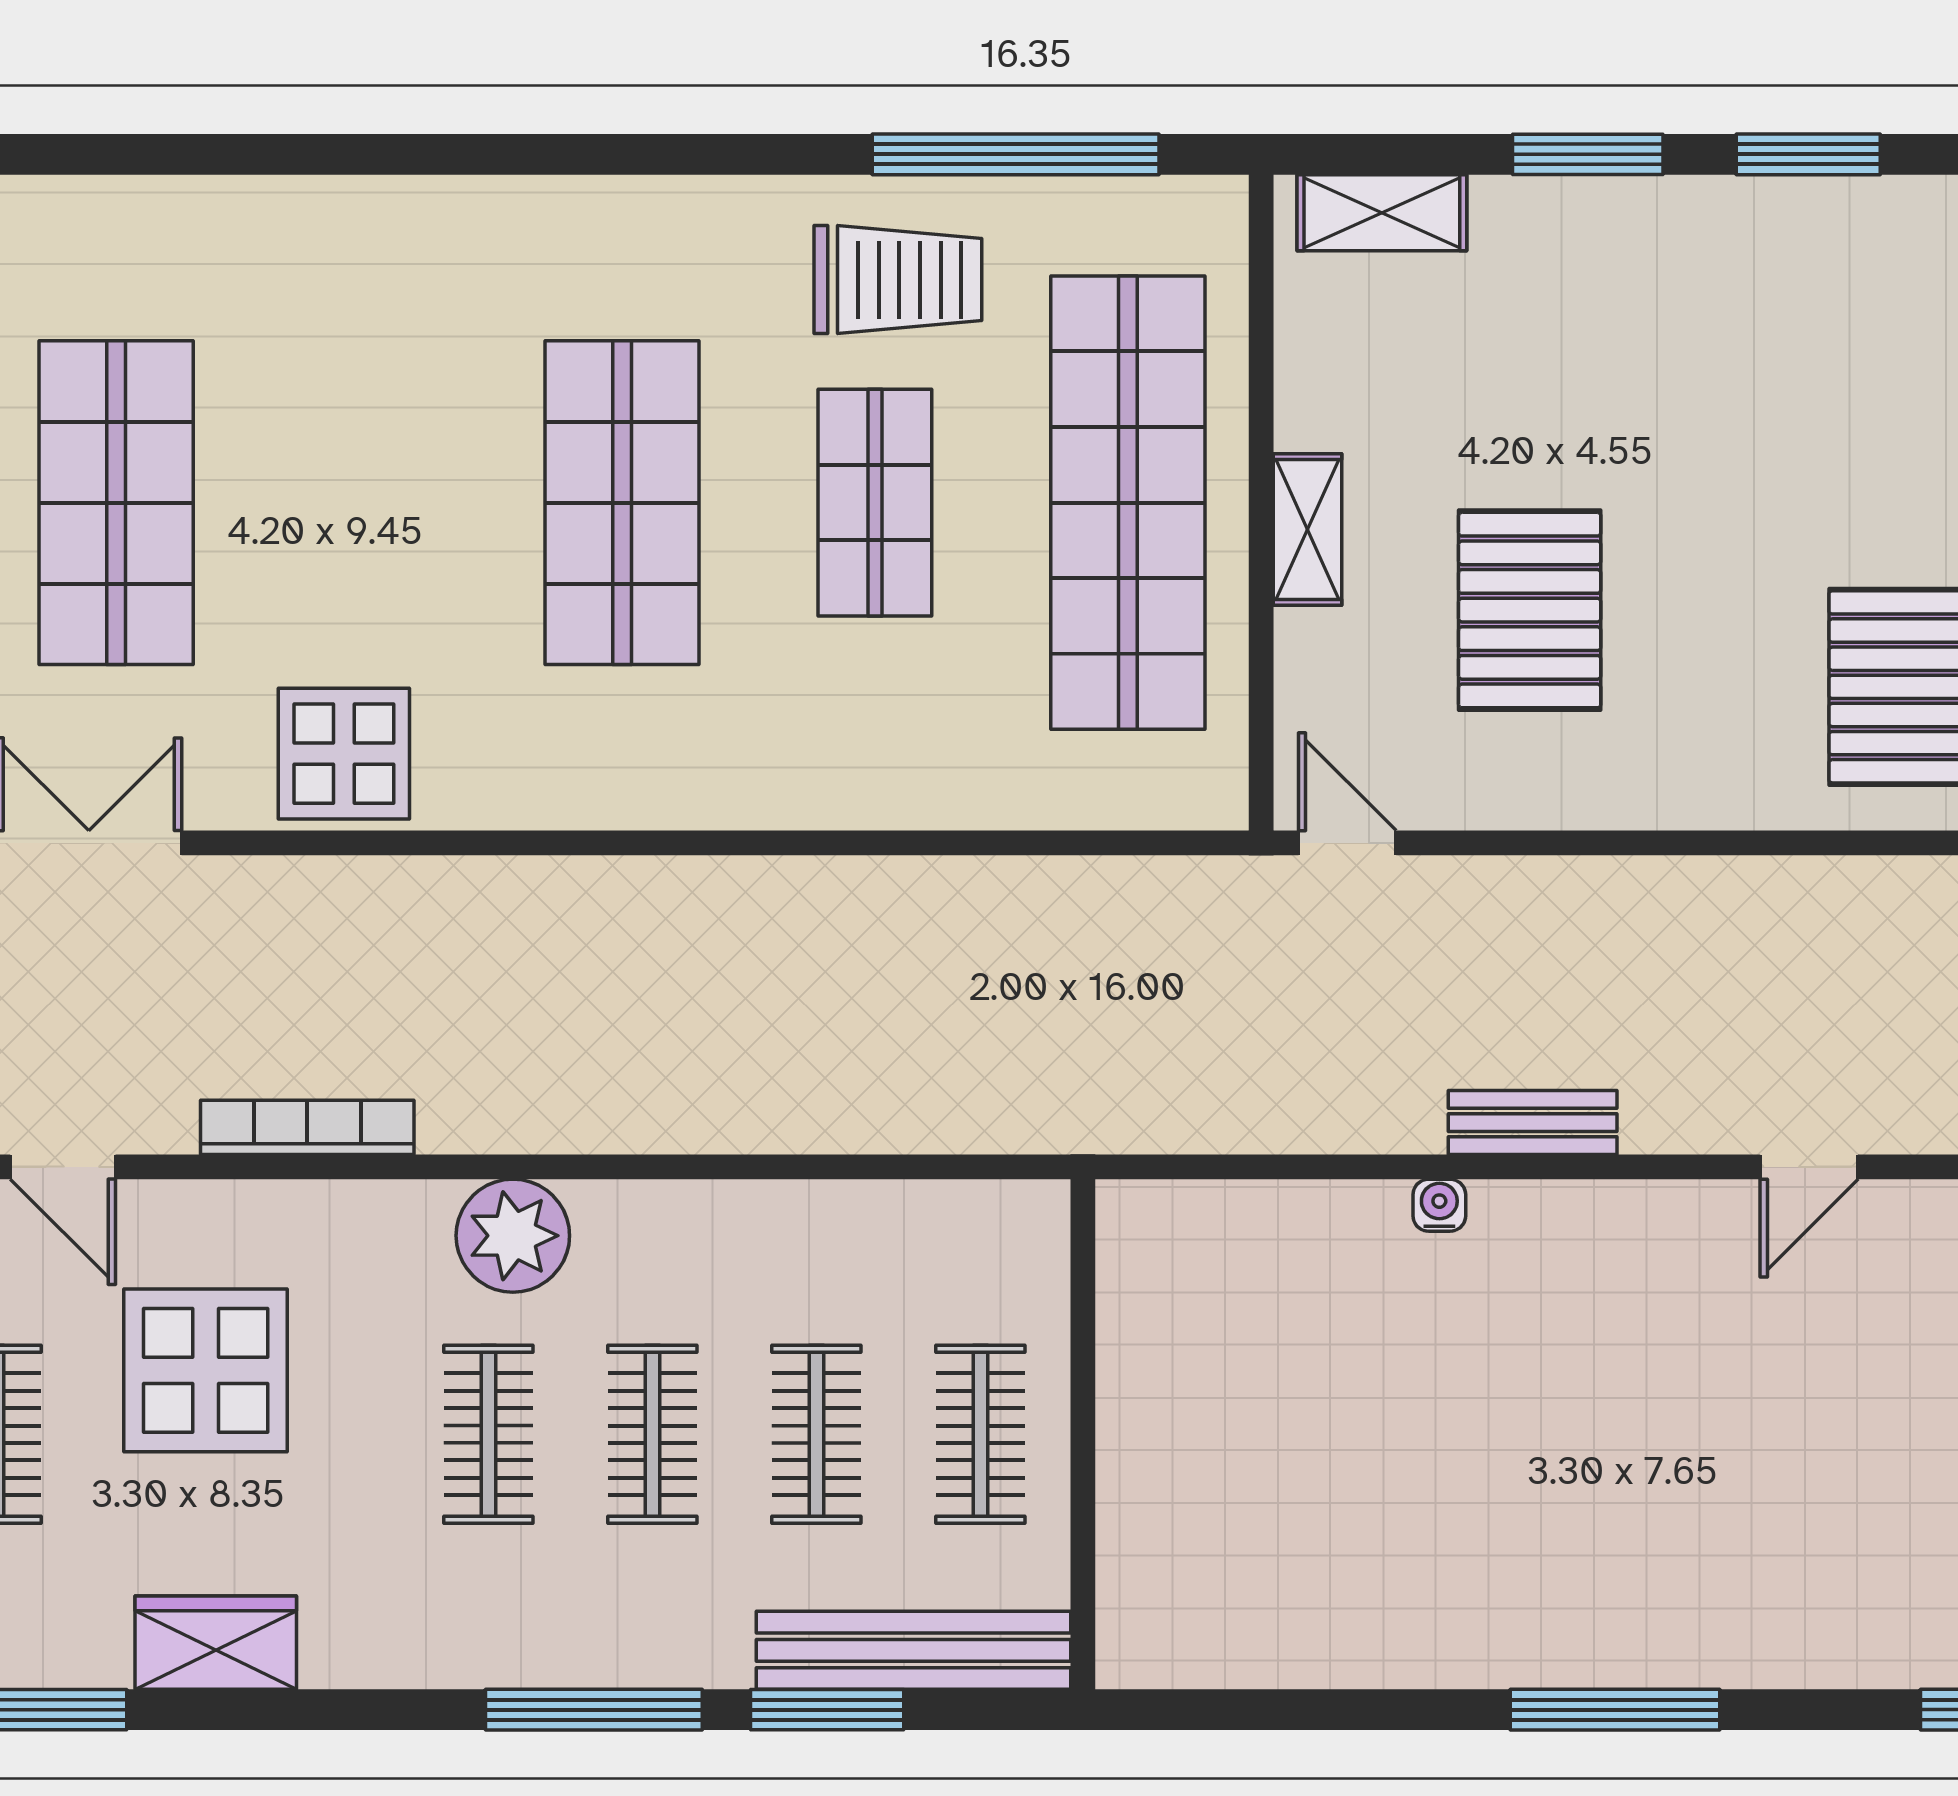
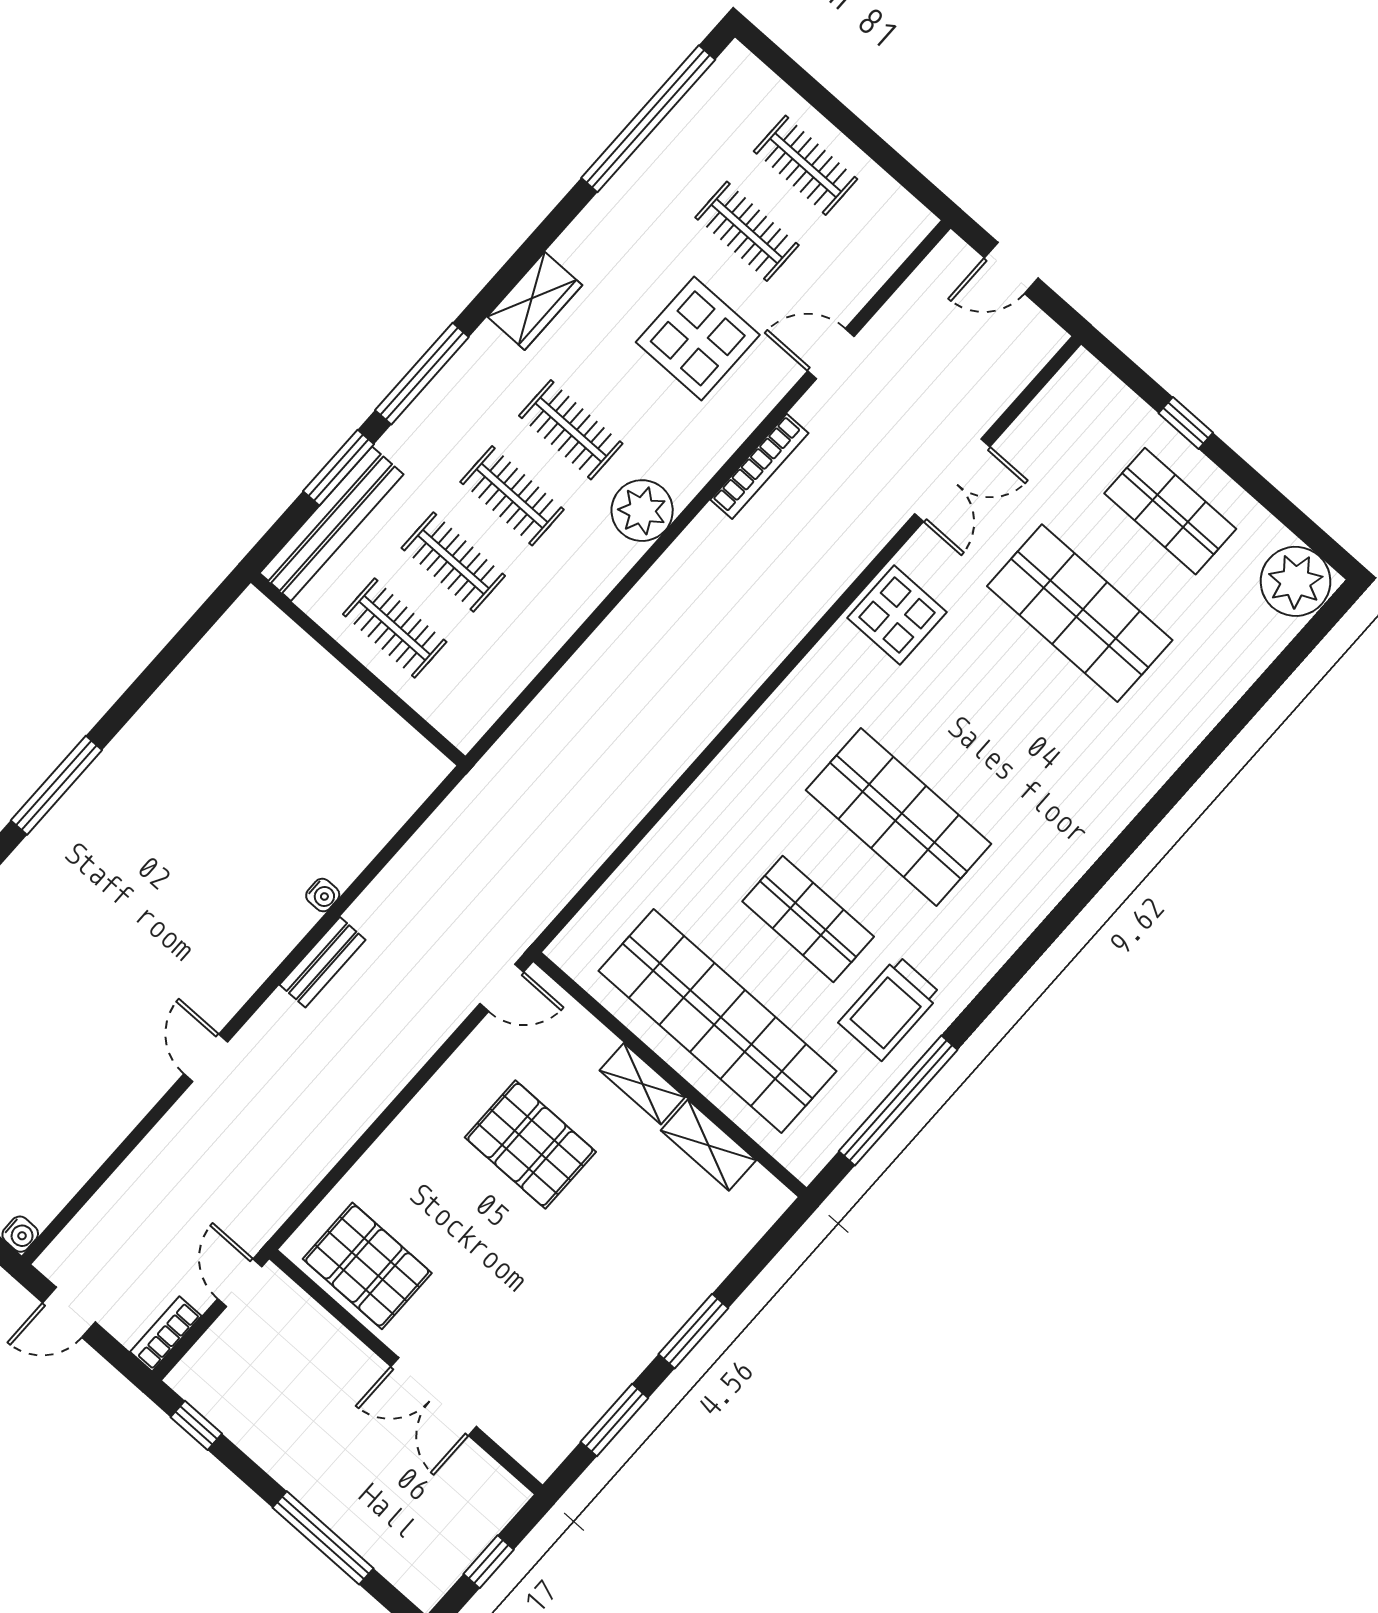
shelving: (1382, 213) -> (708, 1145), moved, turned 90
wardrobe: (216, 1643) -> (535, 301), moved

